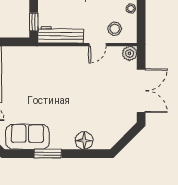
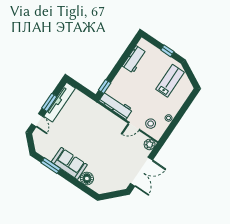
sofa: (27, 137) -> (69, 163), moved
window: (48, 154) -> (51, 166), moved

